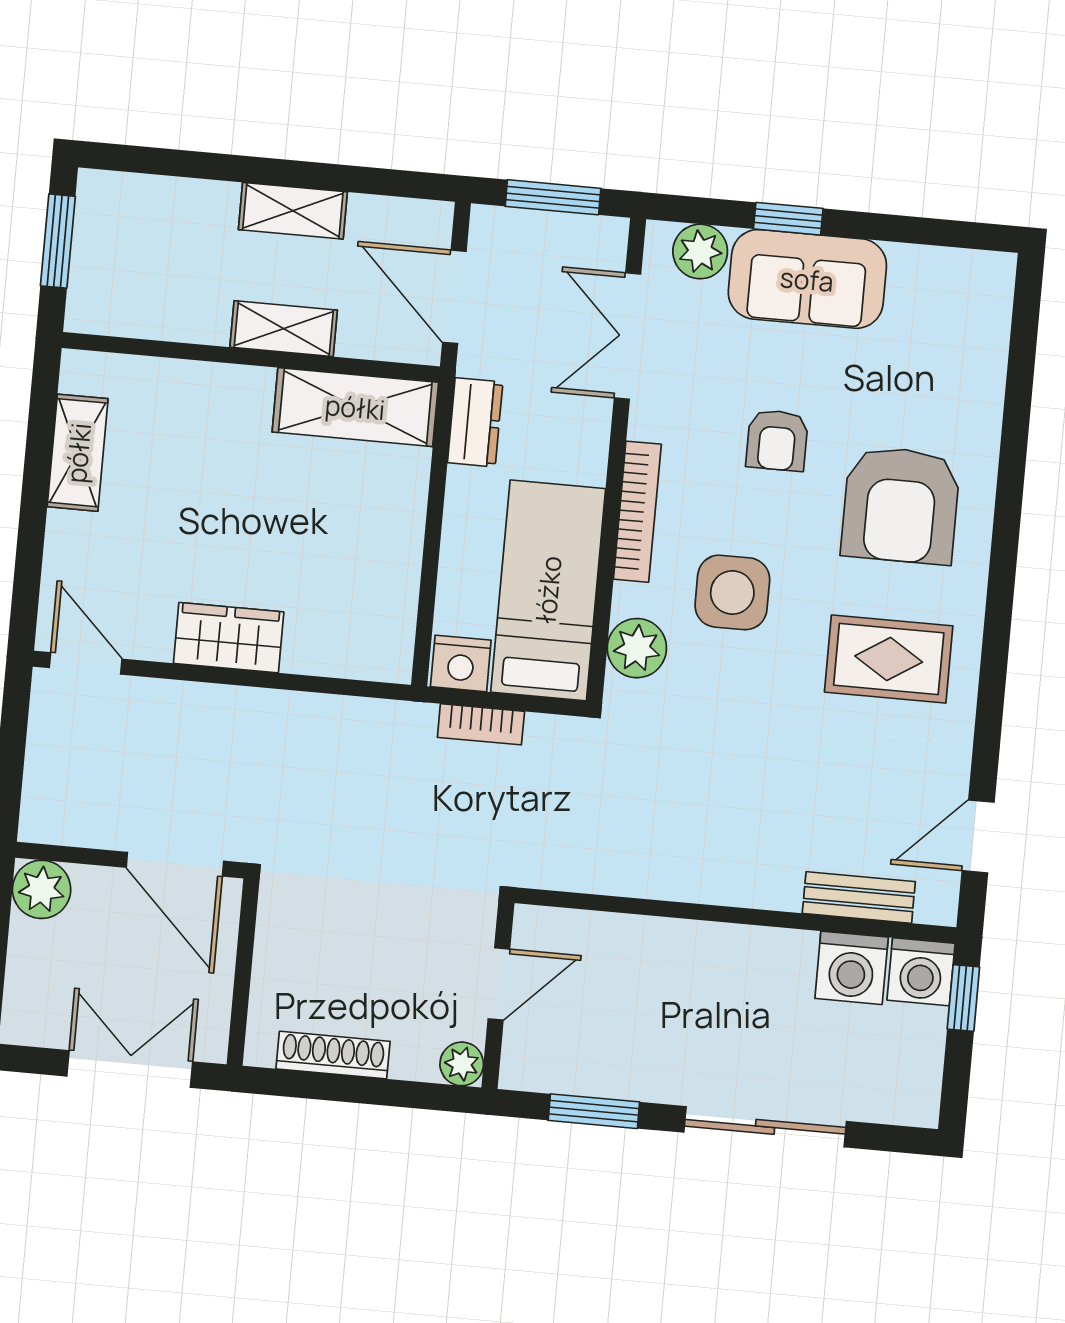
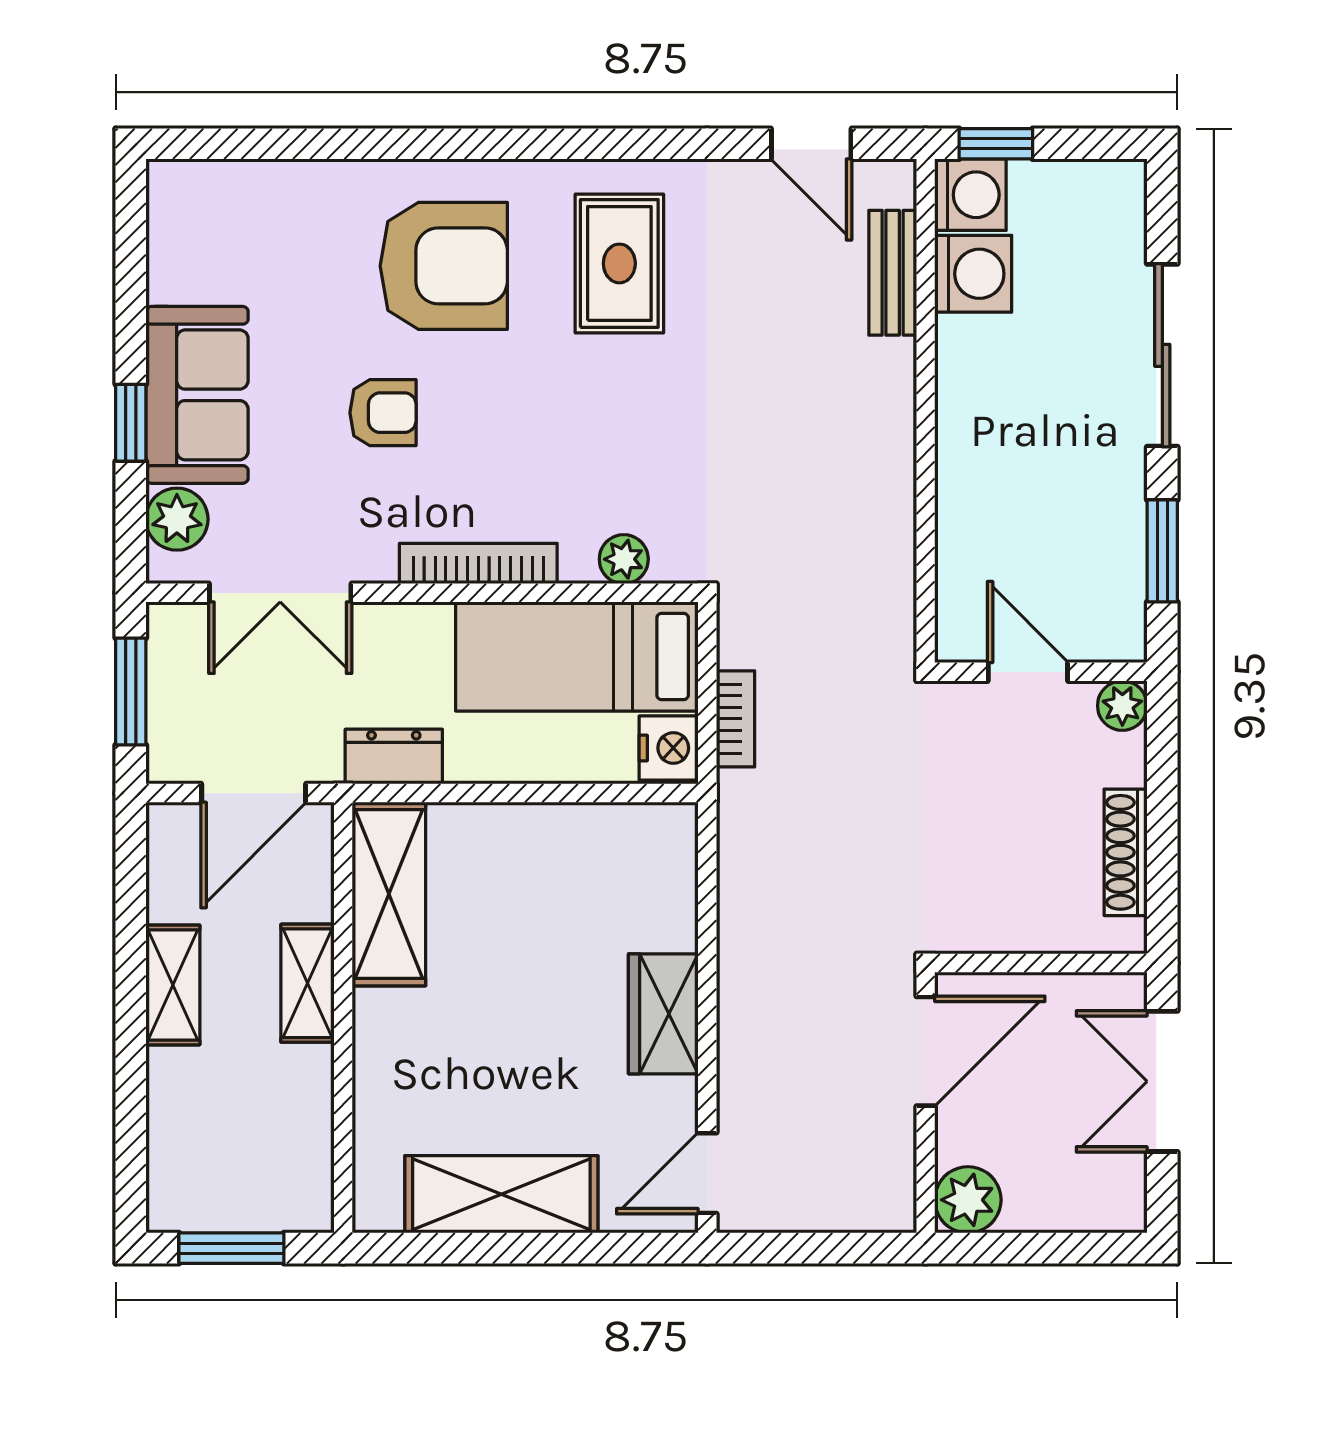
shelving: (78, 453) -> (501, 1194), width x1.50, depth x1.33
side table: (732, 592) -> (560, 448), removed
plant: (637, 648) -> (624, 559), width x0.73, depth x0.73

